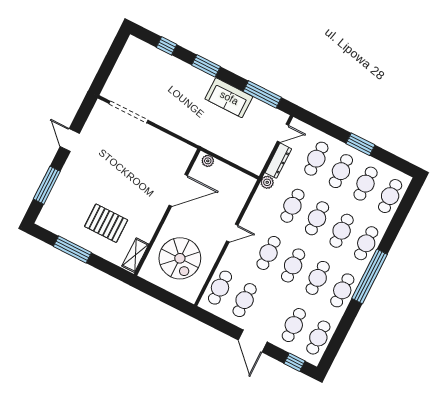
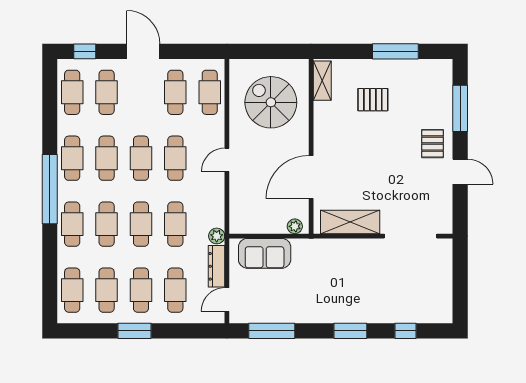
sofa: (229, 98) -> (265, 253), moved, turned 180
shelving: (167, 144) -> (350, 222), added
pallet: (79, 170) -> (433, 144), added
pallet: (106, 223) -> (373, 100), width x0.67, depth x0.71

